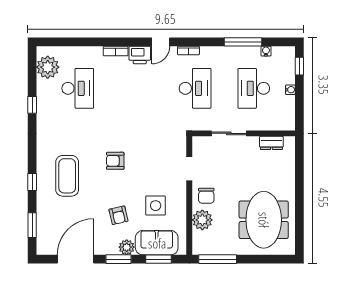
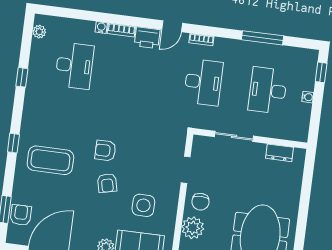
water cooler: (266, 51) -> (101, 27), moved
plant: (48, 67) -> (39, 32), width x0.53, depth x0.53
coffee table: (67, 176) -> (50, 160), turned 90
window: (32, 182) -> (13, 143), moved
armchair: (119, 215) -> (107, 183), moved
armchair: (47, 228) -> (21, 215), added

